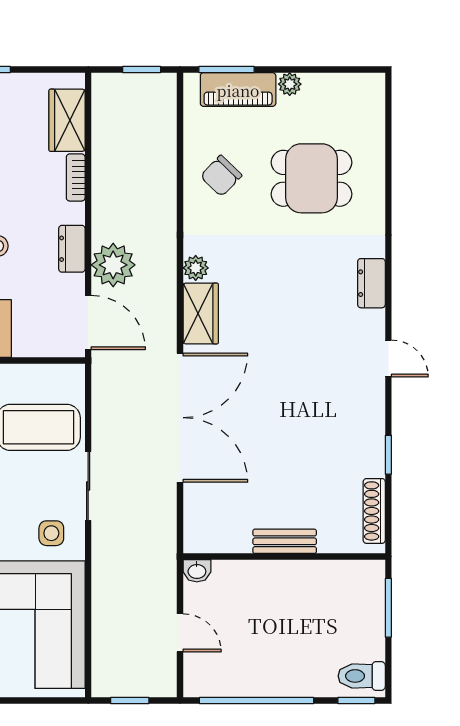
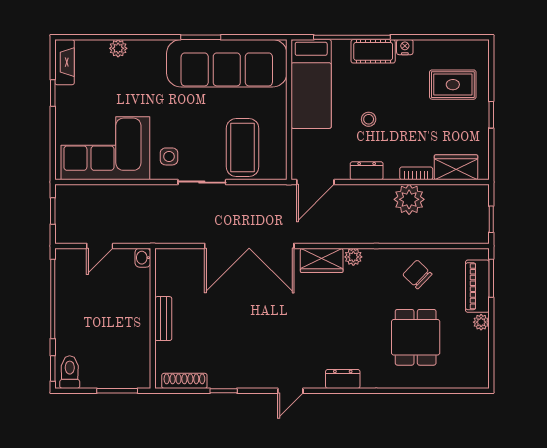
plant: (113, 265) -> (409, 199), moved

